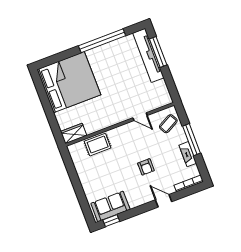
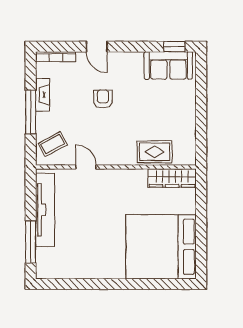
window: (102, 41) -> (98, 284), removed
tv unit: (148, 55) -> (45, 210), moved
wardrobe: (74, 133) -> (172, 178), width x1.50

